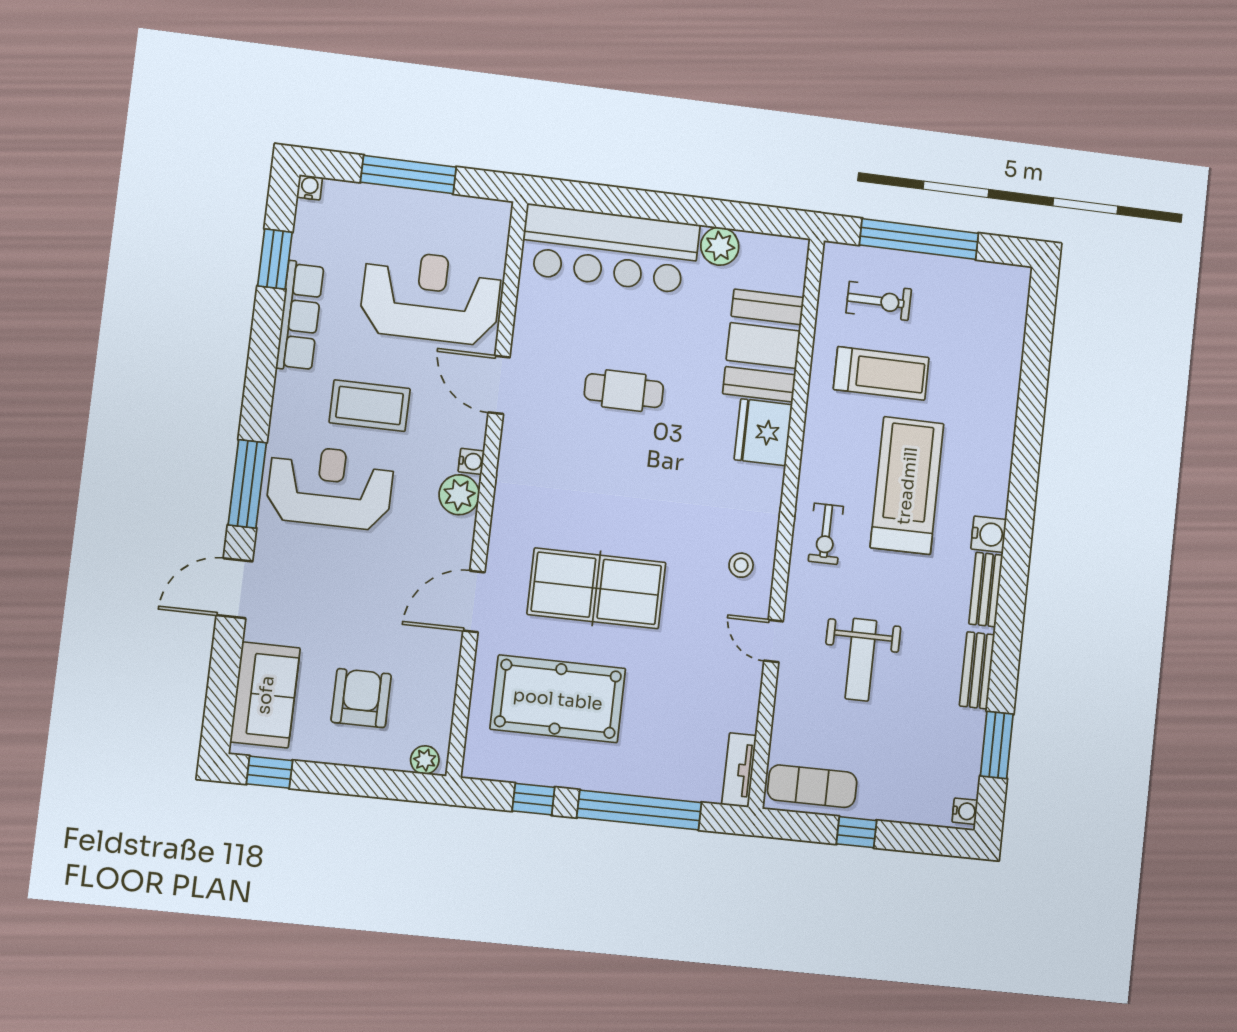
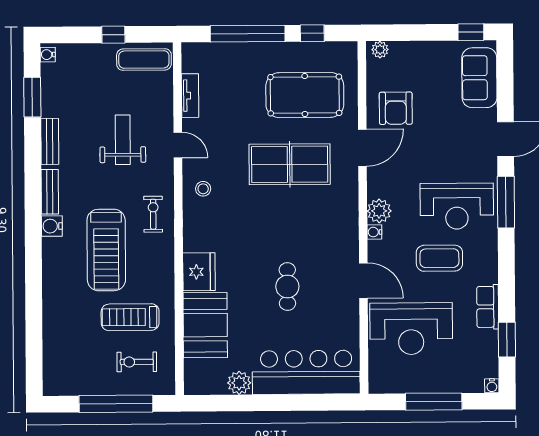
row of seats: (300, 316) -> (488, 307), width x0.68
cafe table: (624, 391) -> (287, 287), turned 90
armchair: (361, 698) -> (396, 108), moved
tv unit: (739, 770) -> (190, 96), moved

